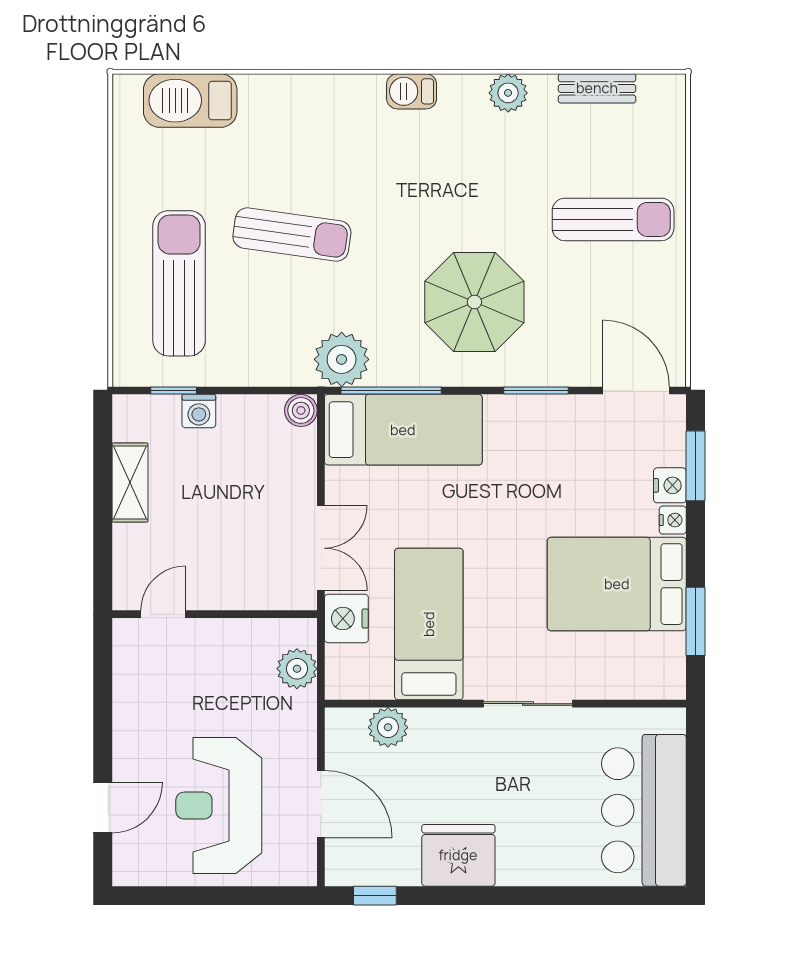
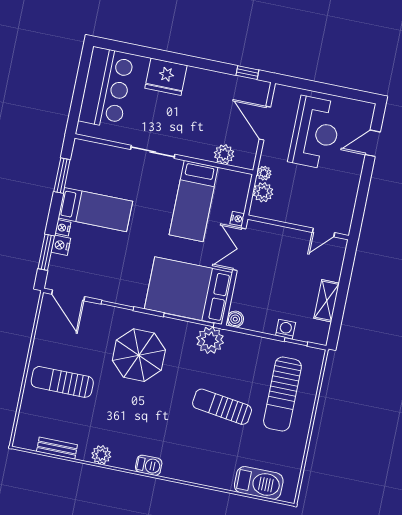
bed: (403, 430) -> (188, 291), width x1.50
bed: (617, 584) -> (95, 210), width x0.67
nightstand: (346, 619) -> (237, 219), width x0.53, depth x0.56
plant: (303, 706) -> (264, 173), added
fridge: (458, 855) -> (166, 77), moved

